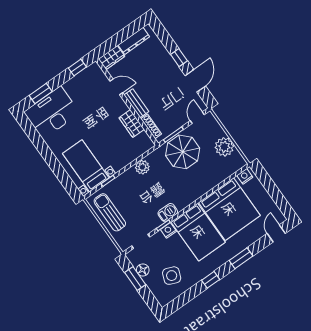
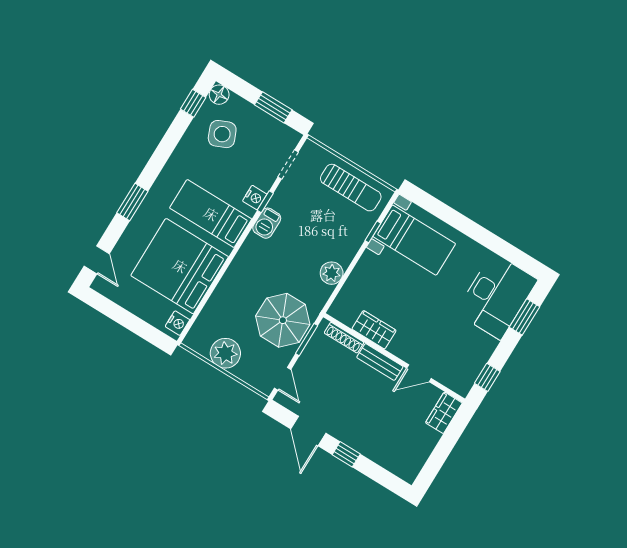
dresser: (134, 41) -> (422, 451), removed
bed: (198, 232) -> (211, 214), width x0.67
floor lamp: (143, 270) -> (219, 95), moved
side table: (172, 276) -> (222, 134), turned 45
window: (211, 280) -> (193, 103), moved

